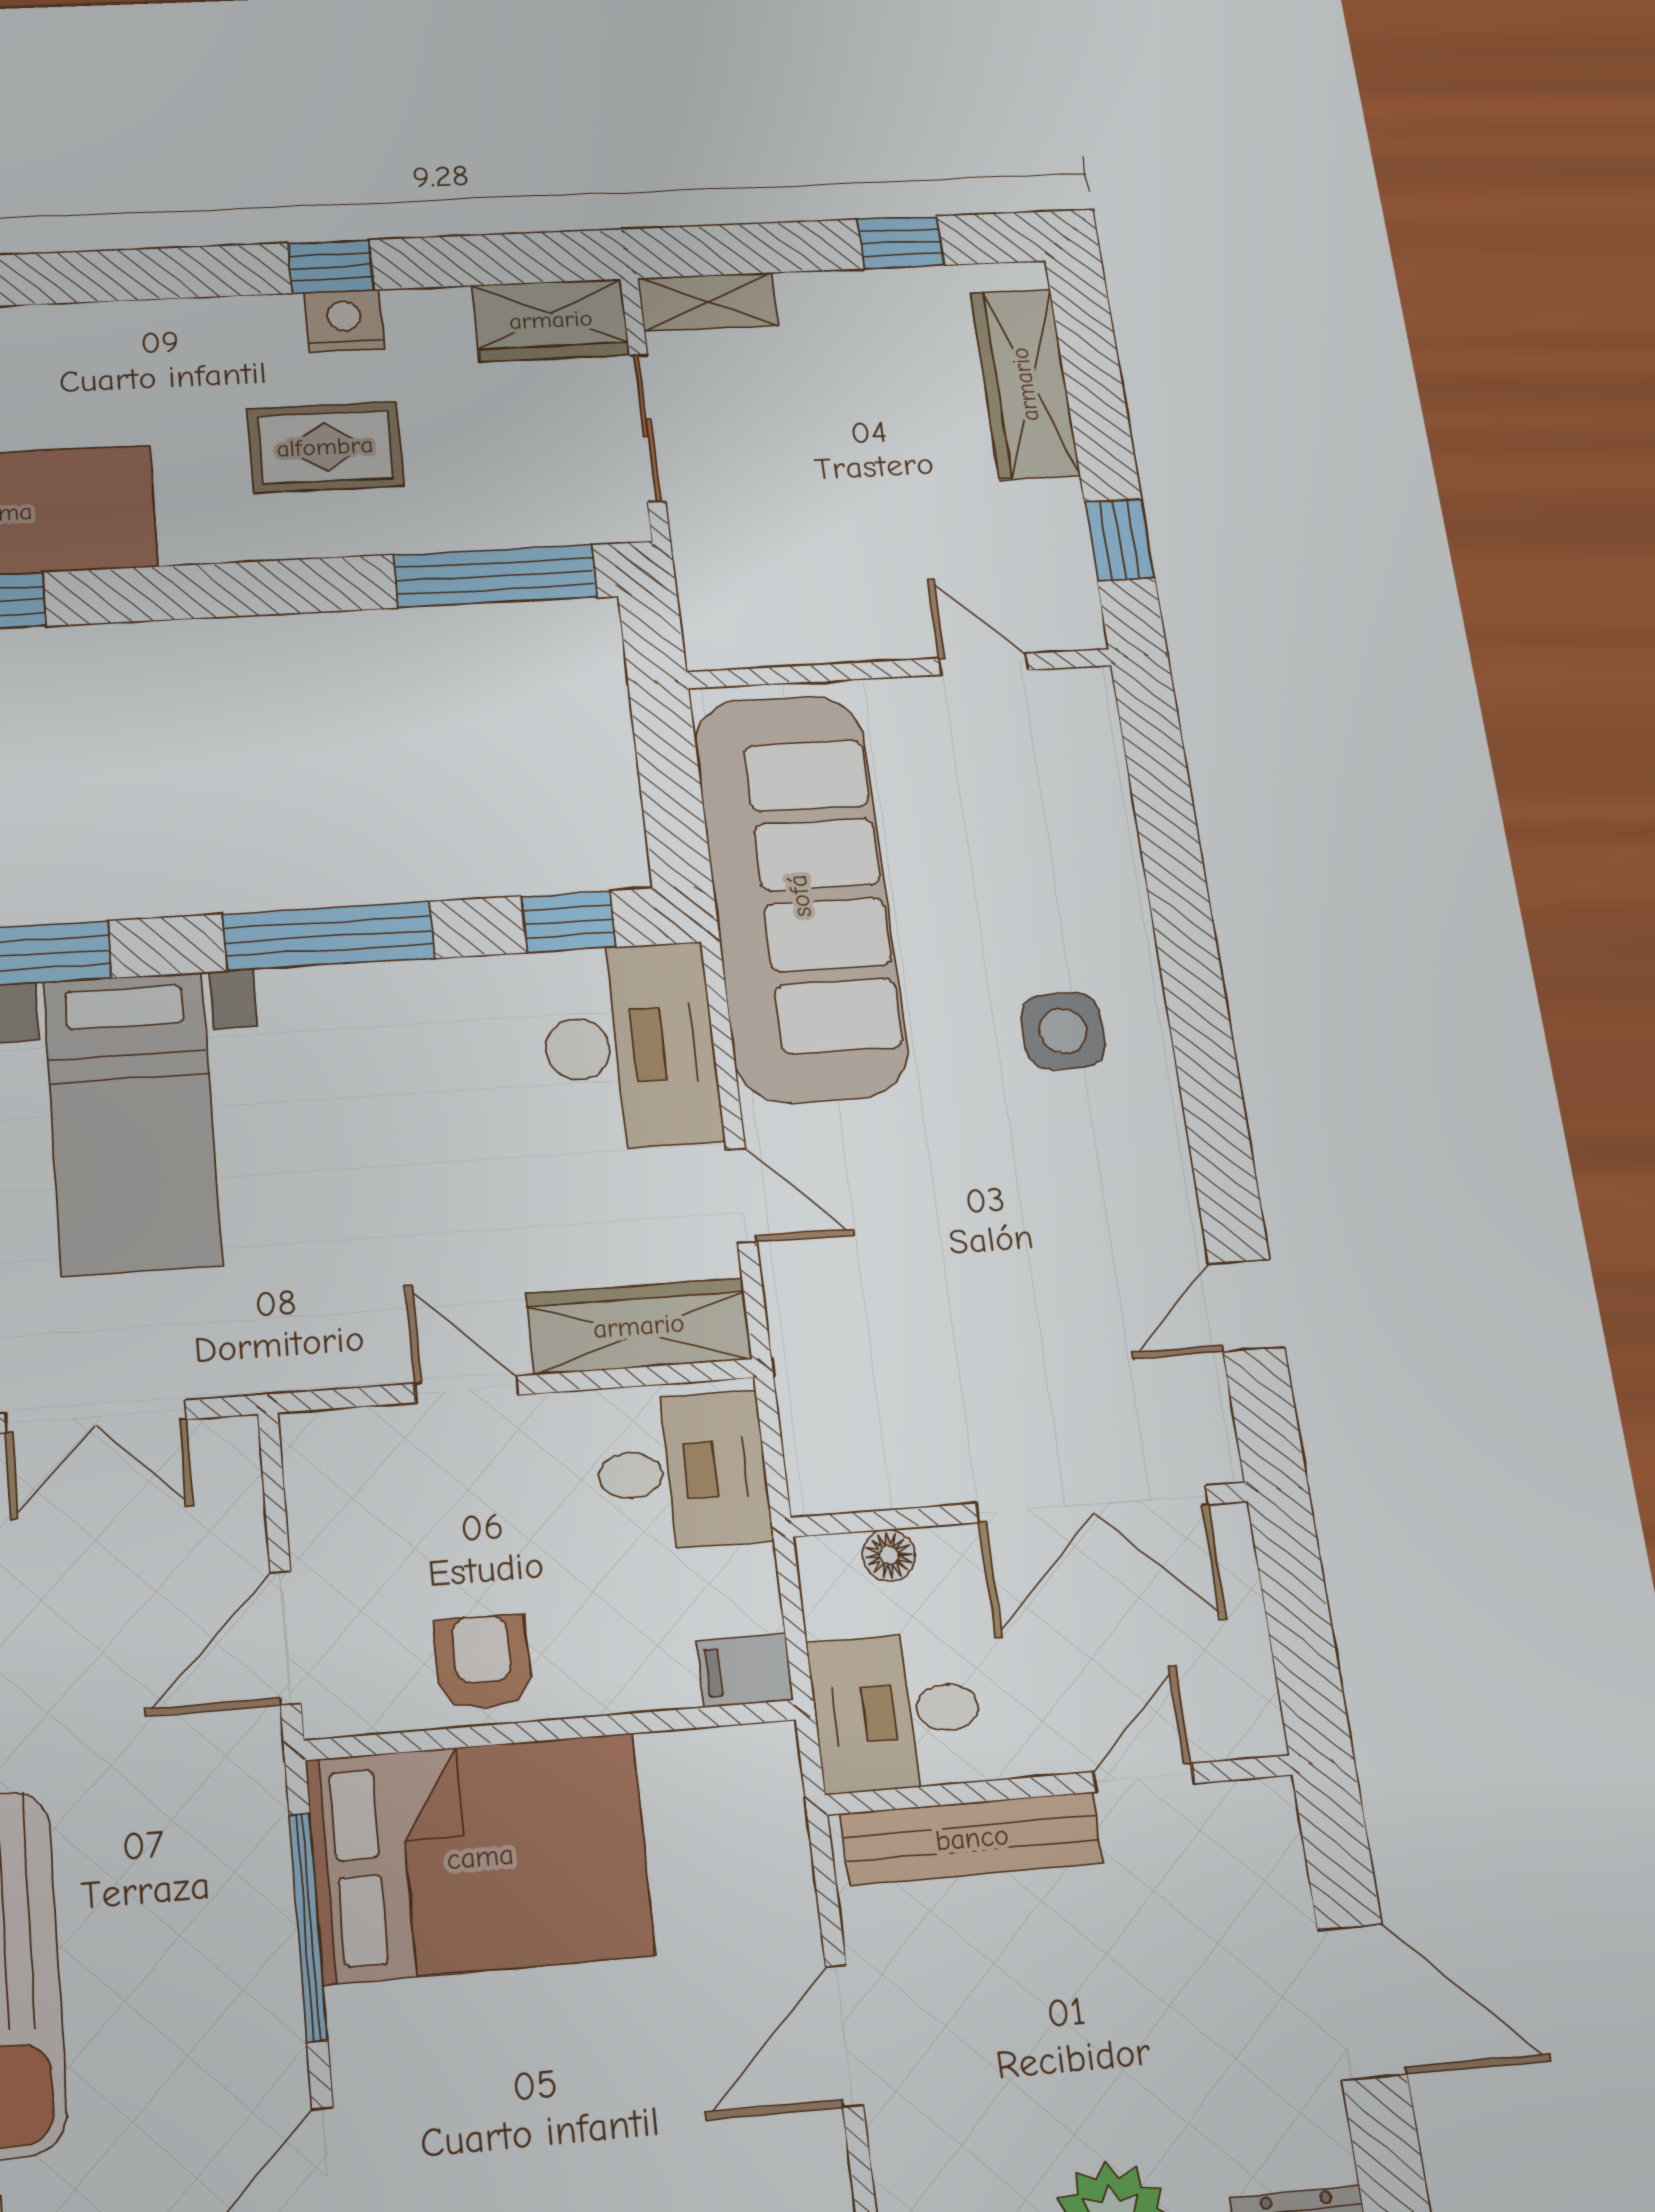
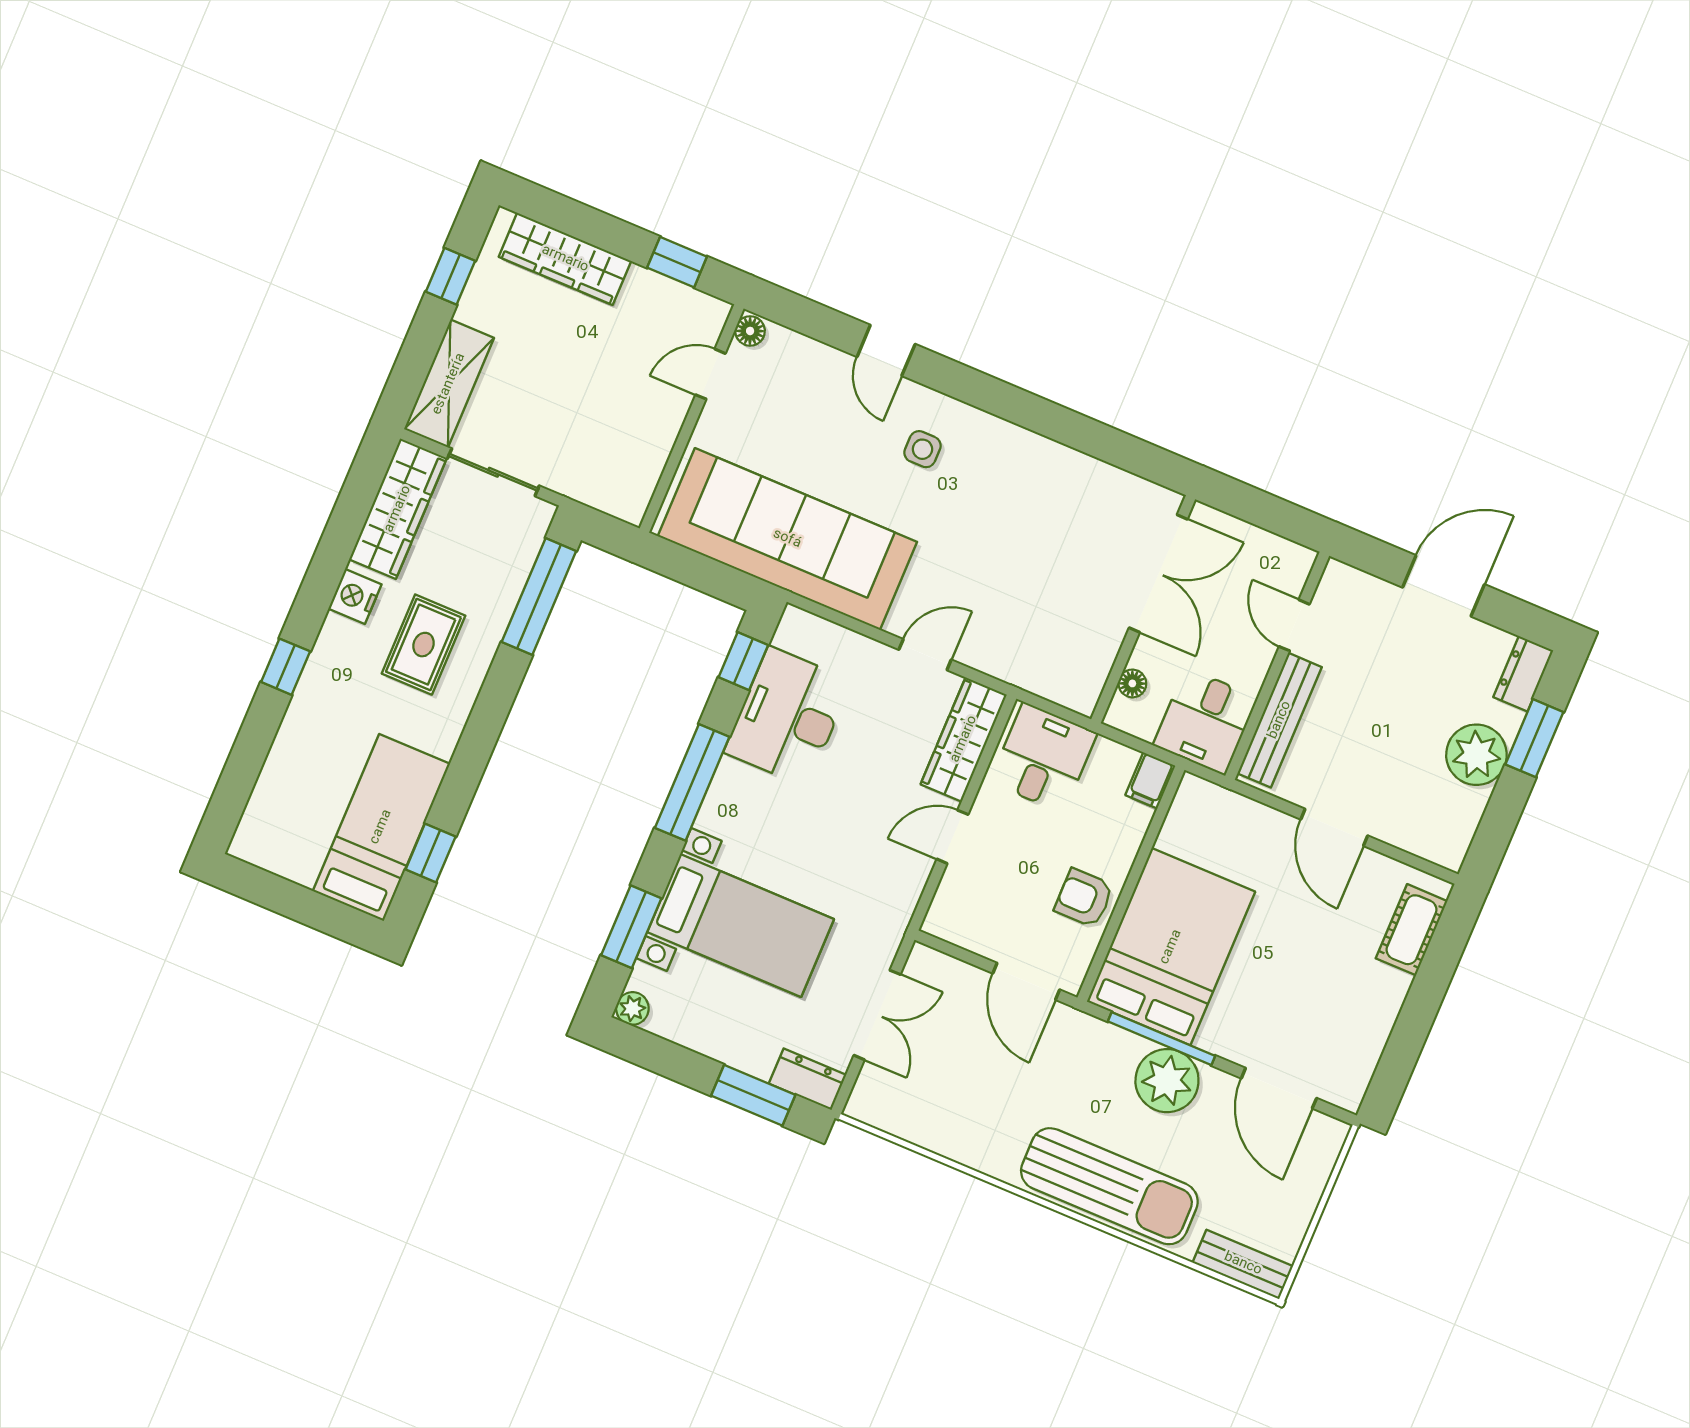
window: (331, 266) -> (286, 667), moved
shelving: (708, 302) -> (449, 384), width x1.50, depth x1.33
wardrobe: (551, 320) -> (398, 509), width x1.50
floor lamp: (1084, 690) -> (750, 331), added
side table: (1063, 1031) -> (922, 449), width x0.73, depth x0.73
desk: (630, 1046) -> (788, 717), moved, turned -90
door: (1247, 1305) -> (886, 350), moved
plant: (238, 1977) -> (1167, 1081), added

